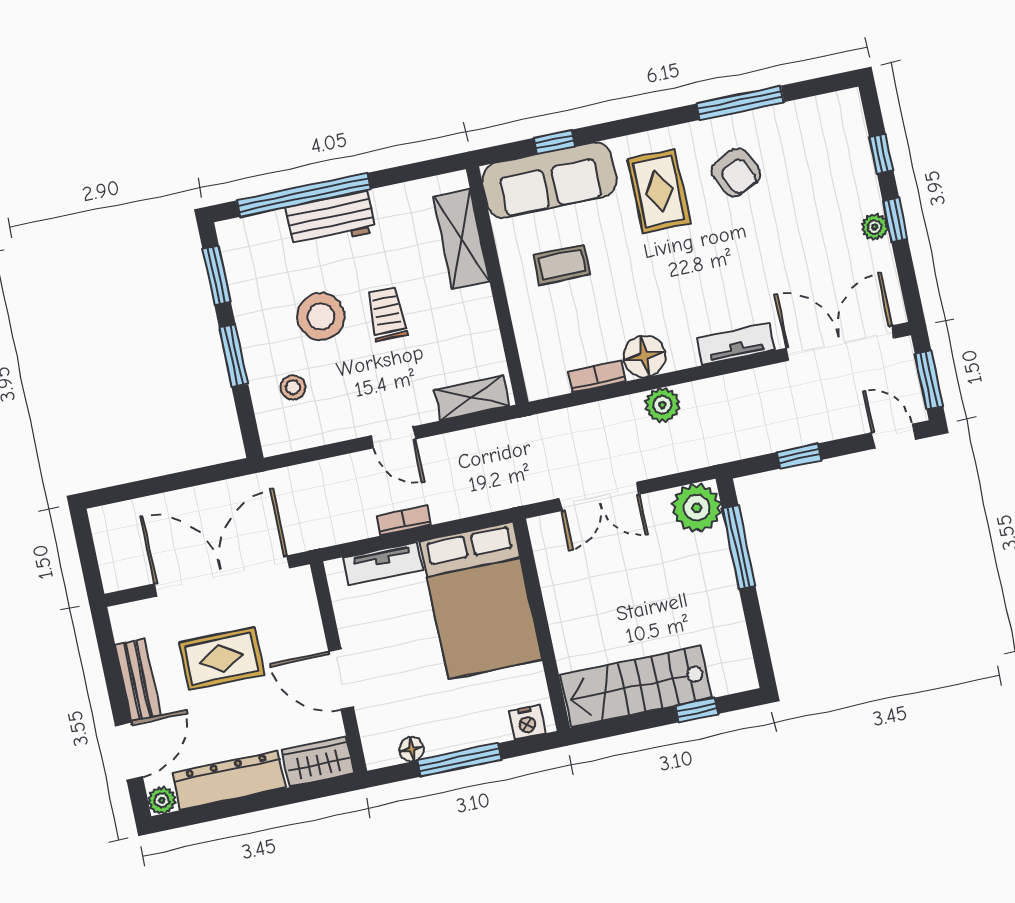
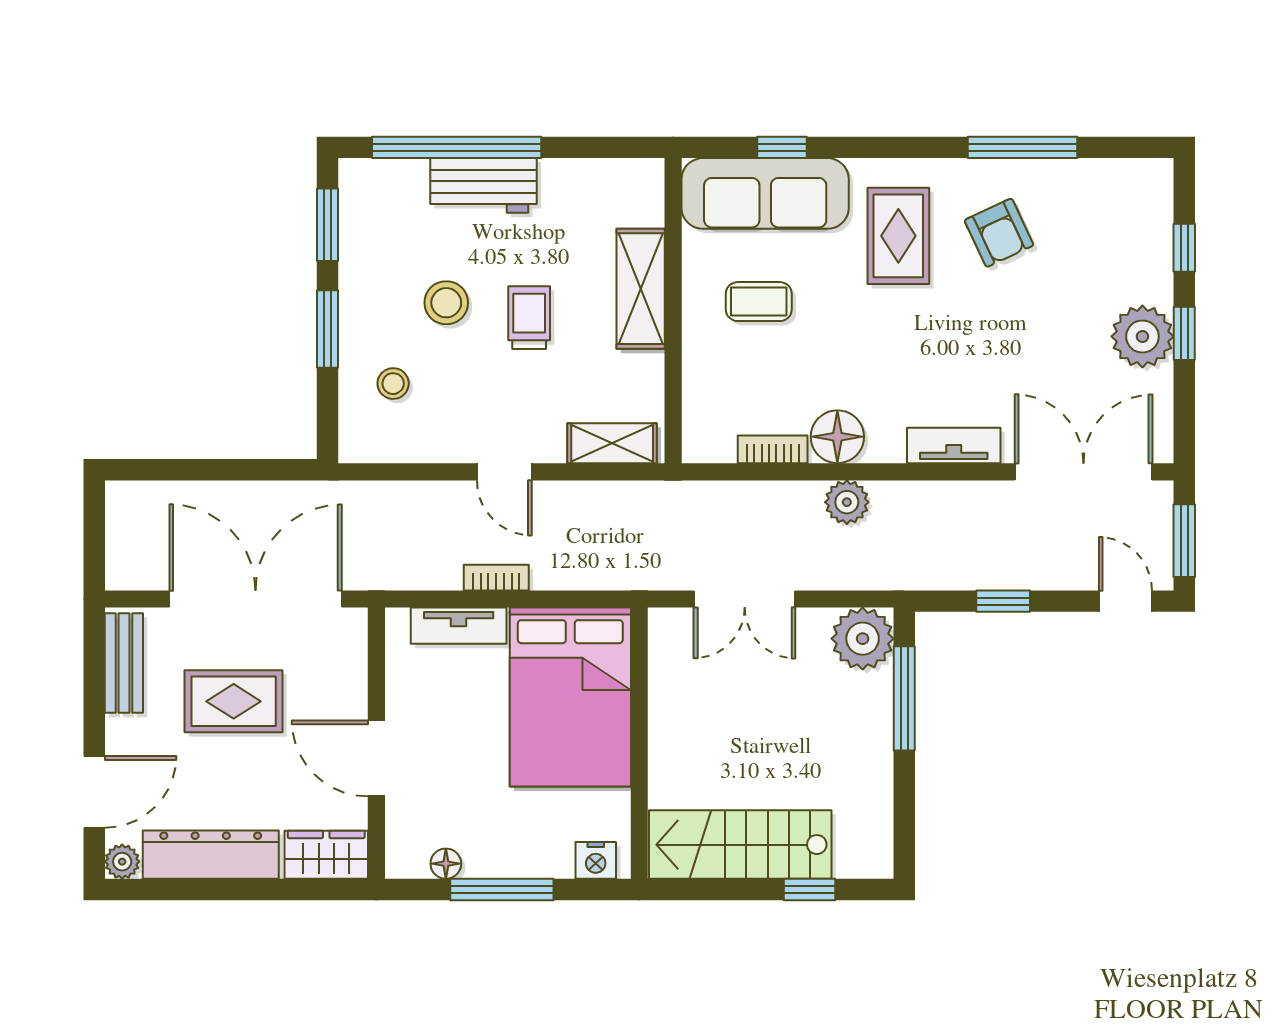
plant: (875, 227) -> (1142, 336), width x1.87, depth x1.87
shelving: (461, 239) -> (641, 289), moved
stool: (321, 316) -> (446, 303), width x0.73, depth x0.73
bench: (138, 680) -> (124, 663), moved

